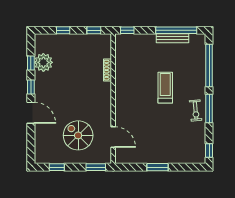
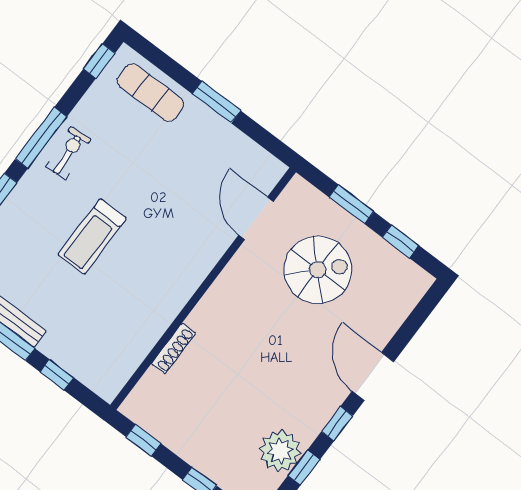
window: (127, 30) -> (57, 375), moved
spiral stairs: (78, 135) -> (318, 270), turned -90
exercise mat: (183, 153) -> (150, 93), added
window: (96, 167) -> (352, 204), moved

